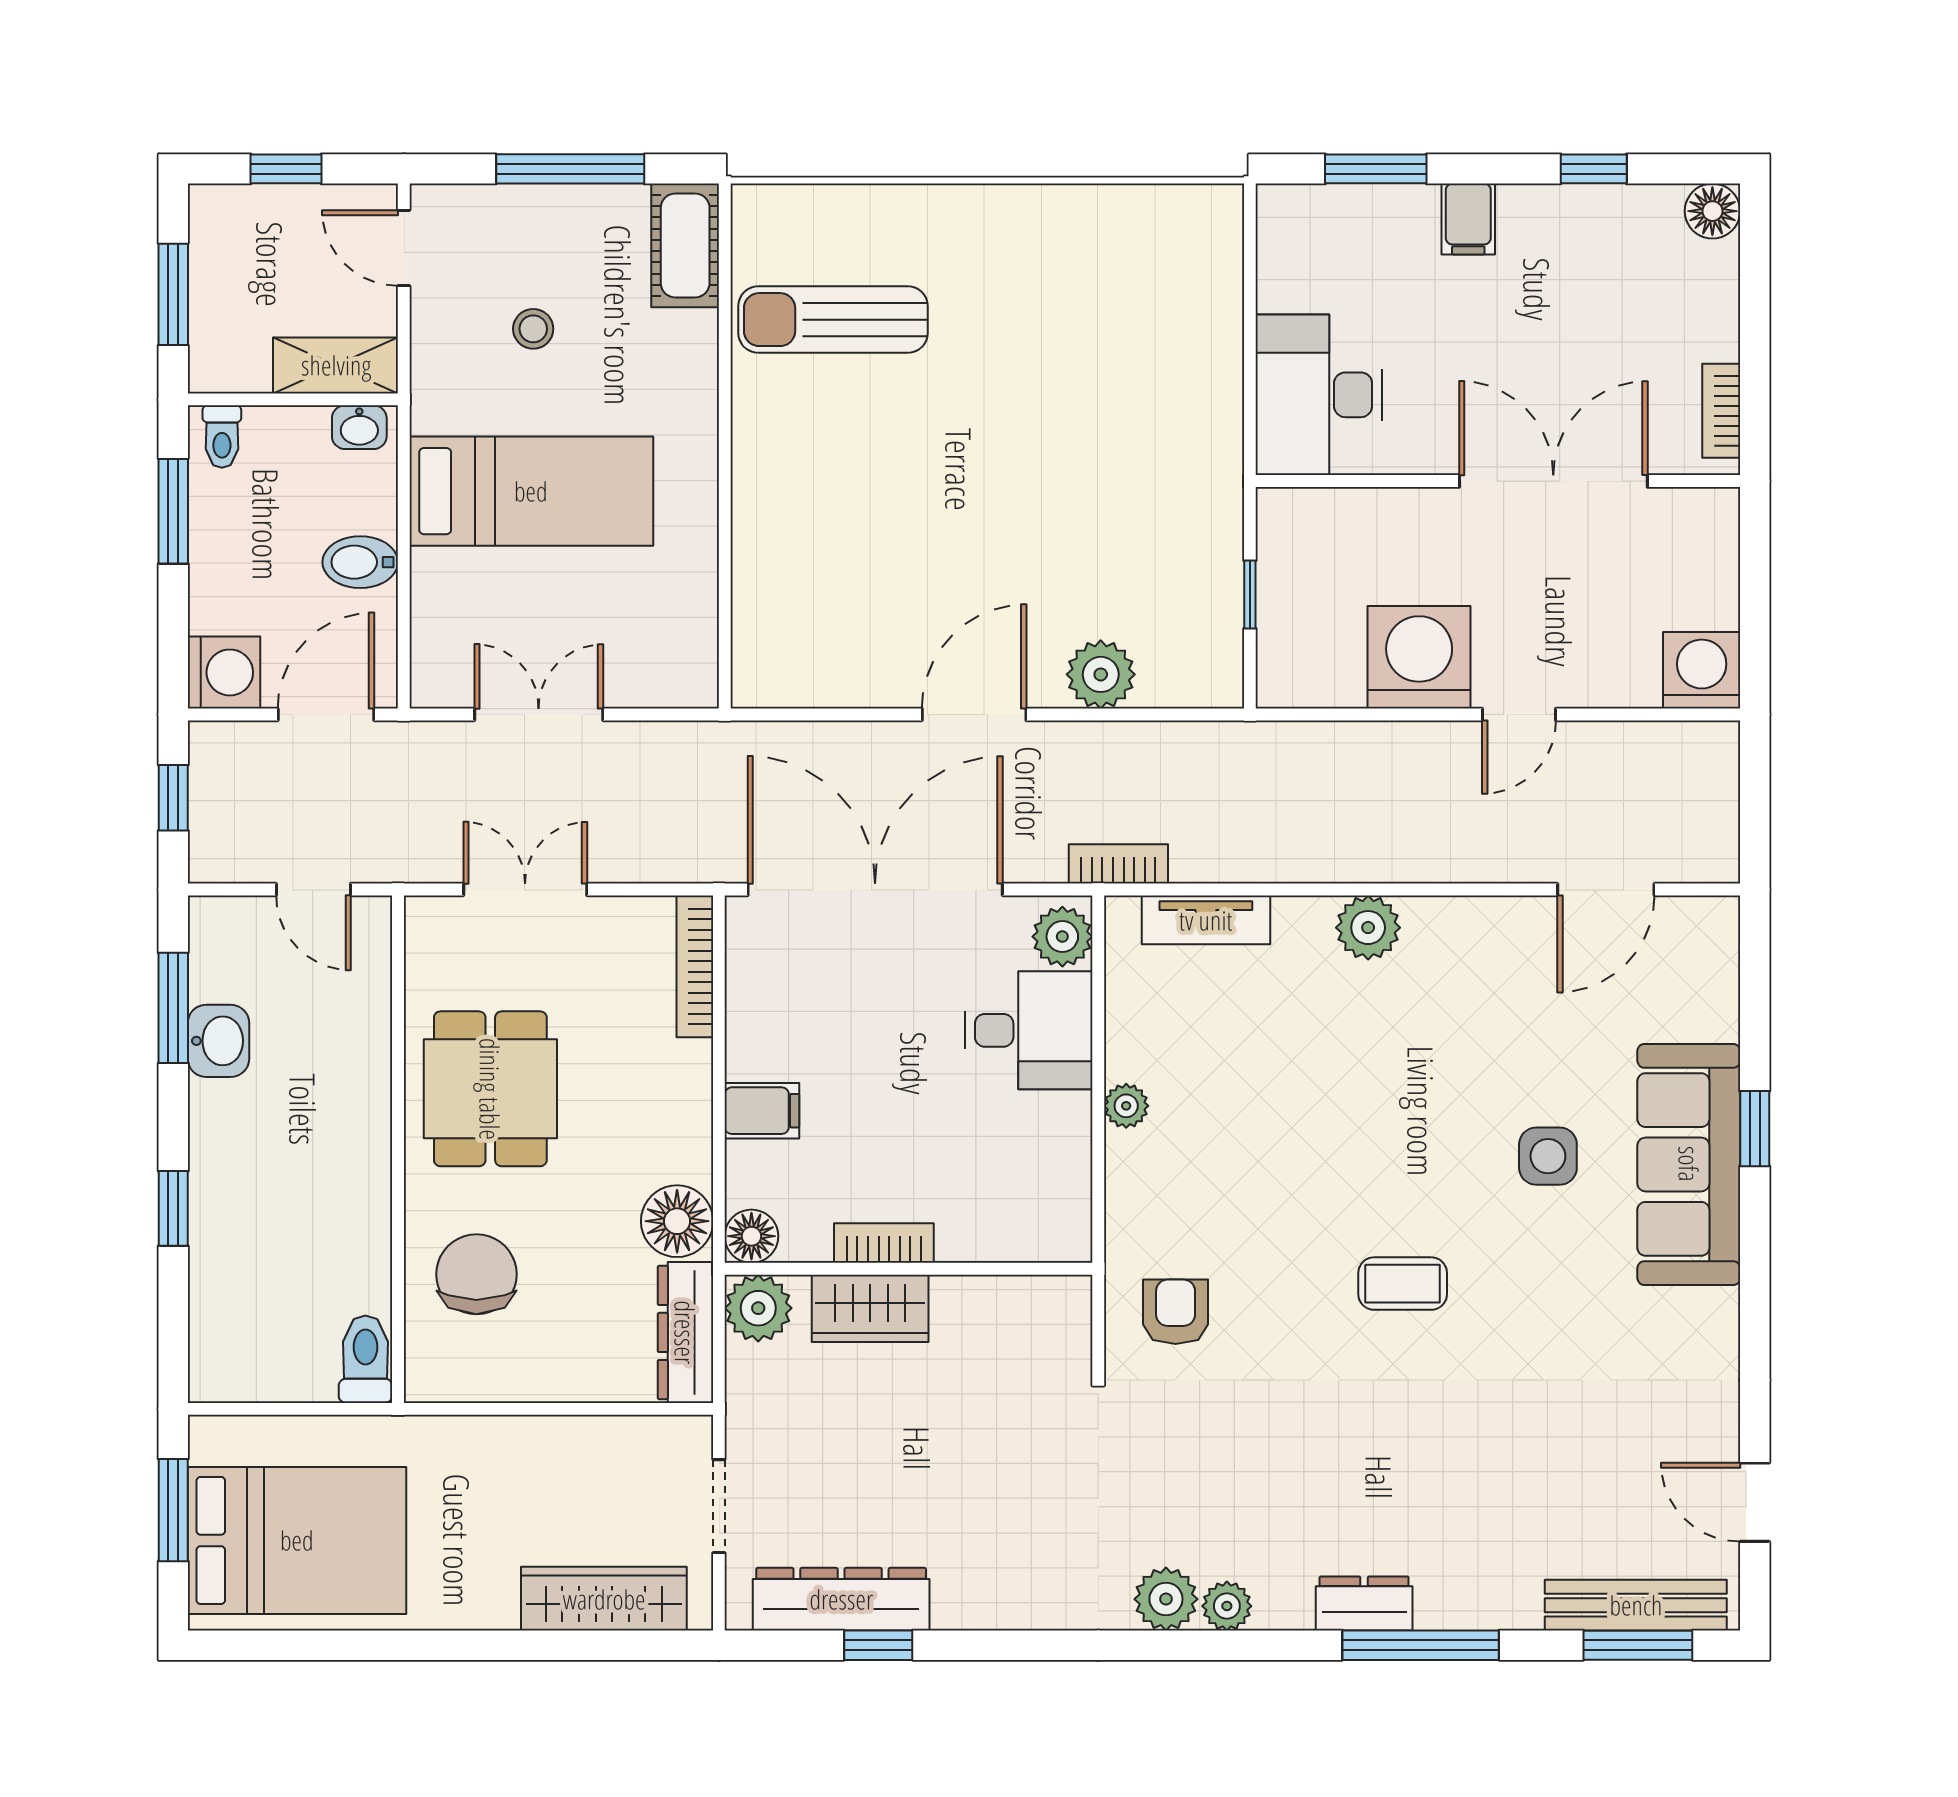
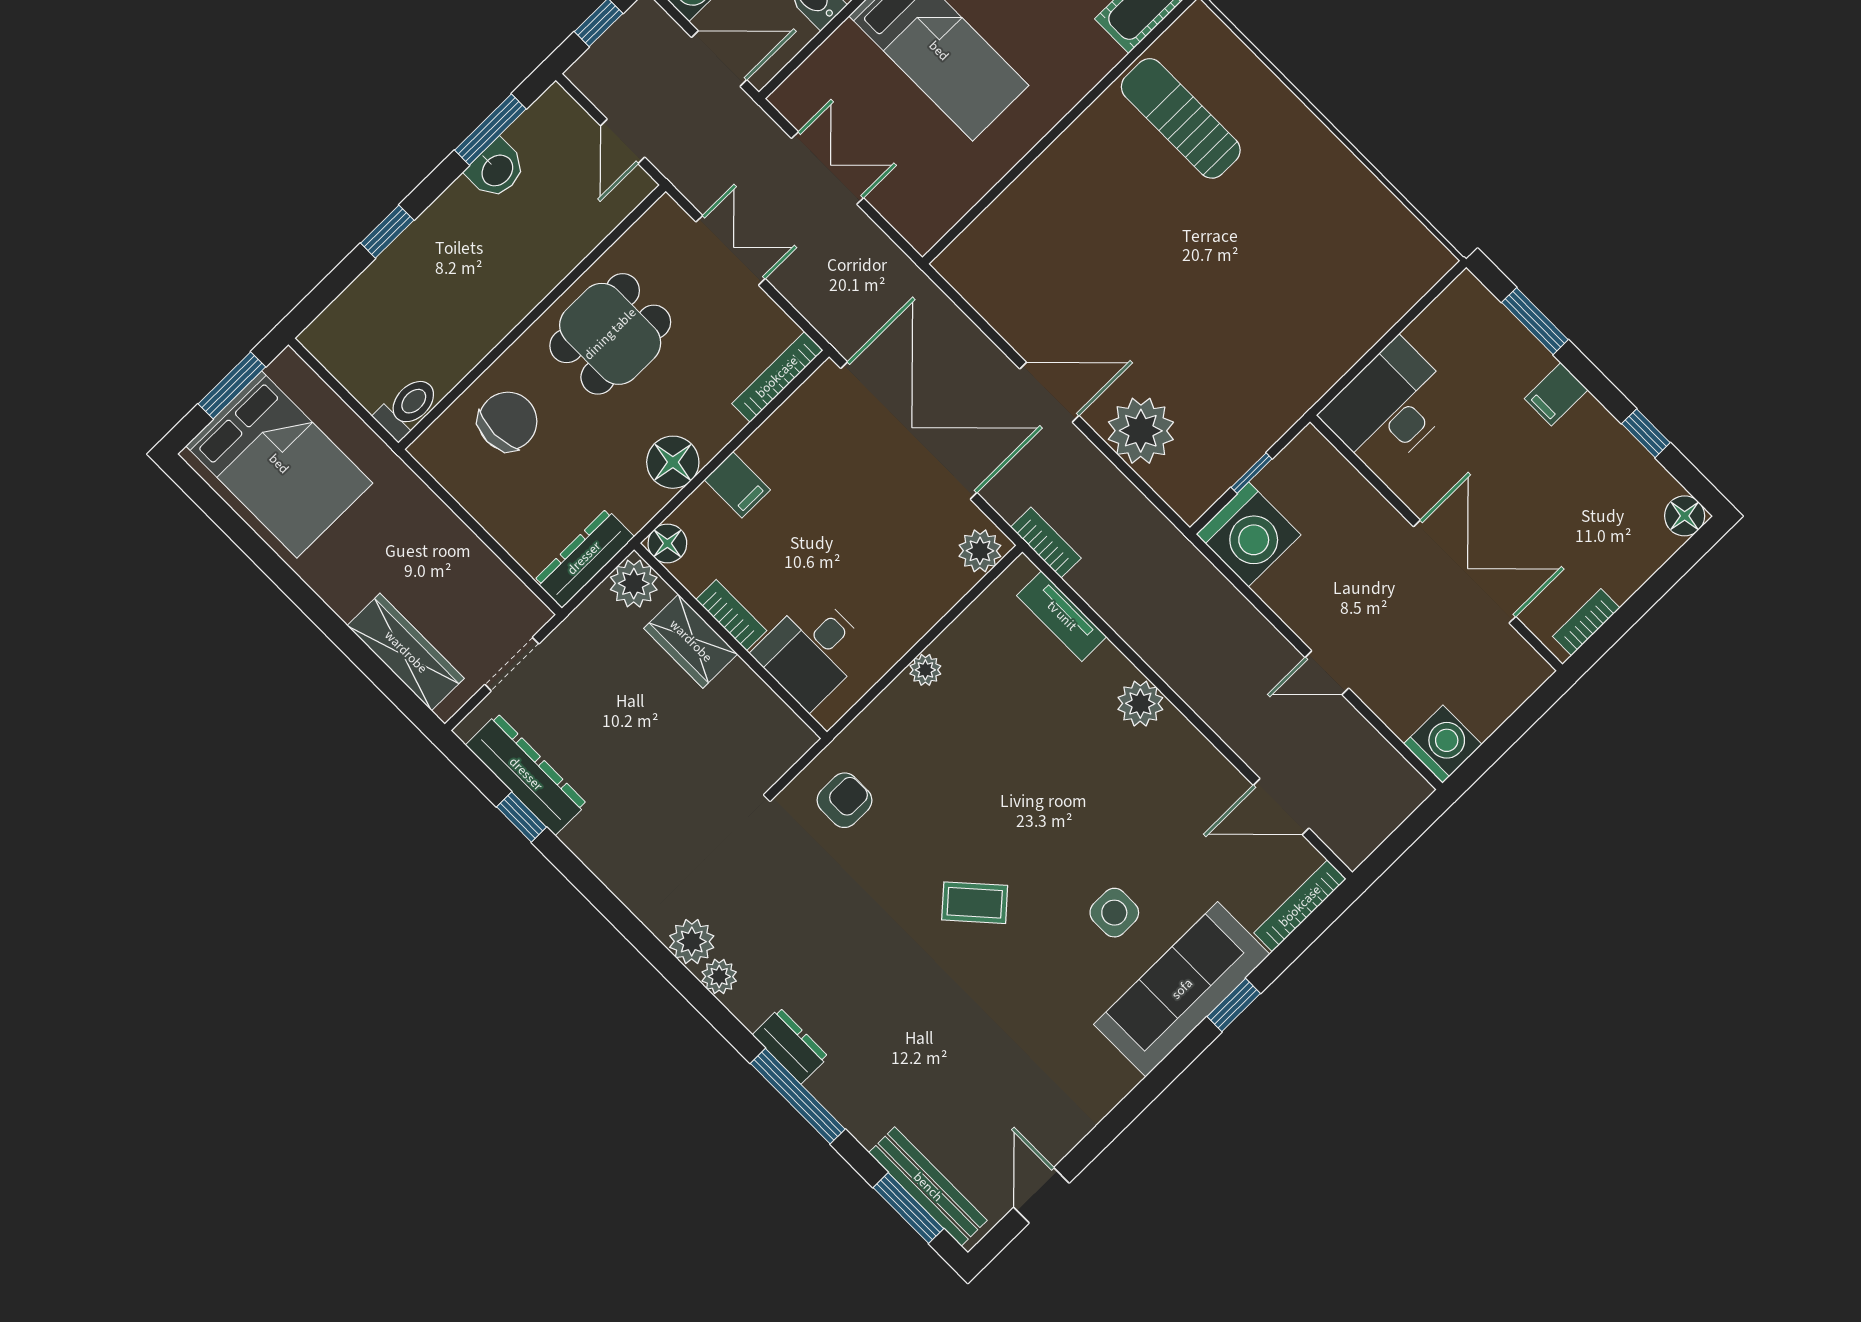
washing machine: (1419, 657) -> (1248, 535), moved, turned 90
plant: (1101, 674) -> (1141, 431), width x1.36, depth x1.36
bookcase: (1722, 967) -> (1300, 906), added
desk: (1029, 1030) -> (812, 651), moved, turned 90
floor lamp: (677, 1221) -> (673, 462), moved
coffee table: (1403, 1284) -> (975, 903), turned -42

